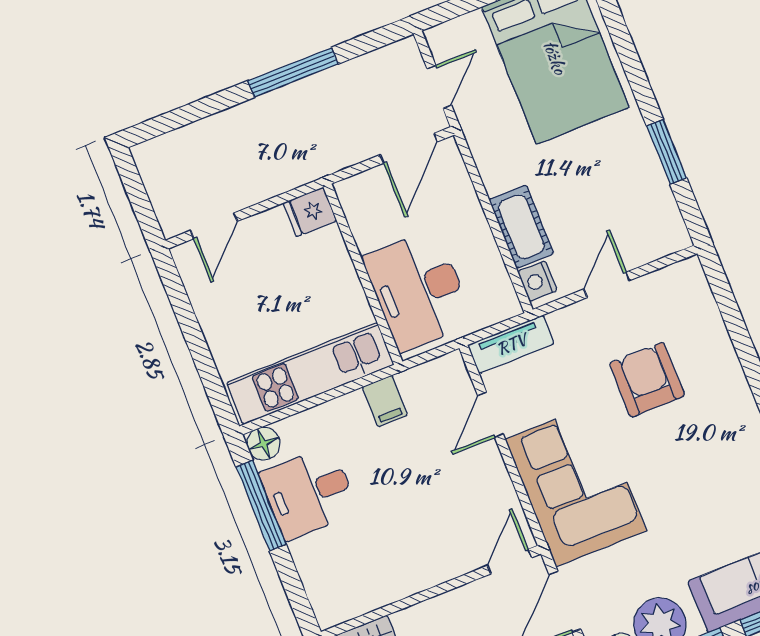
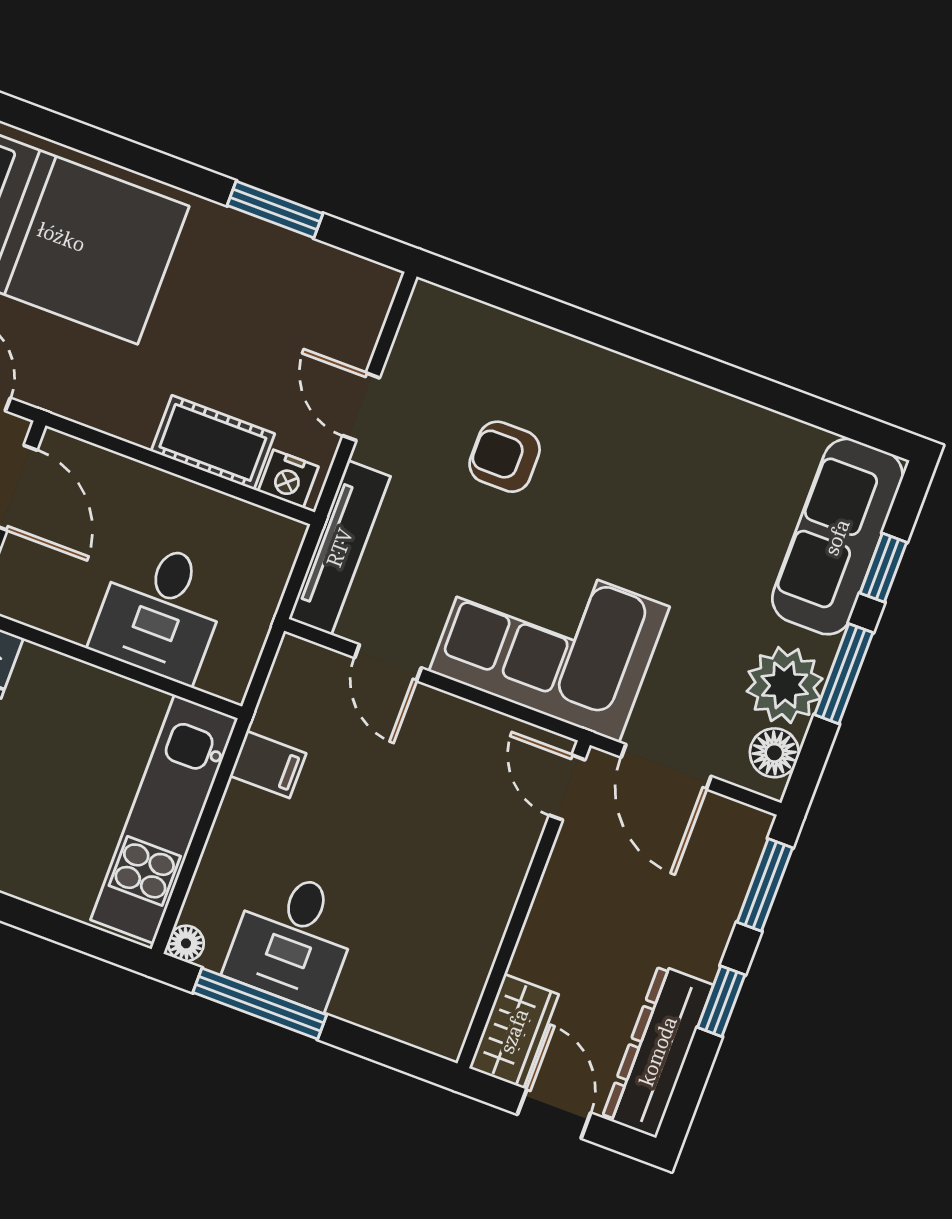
desk: (418, 290) -> (160, 611), width x0.73
tv unit: (511, 344) -> (340, 548), width x1.41
armchair: (647, 380) -> (505, 457), width x0.72, depth x0.72
floor lamp: (264, 444) -> (186, 943), width x0.73, depth x0.73

